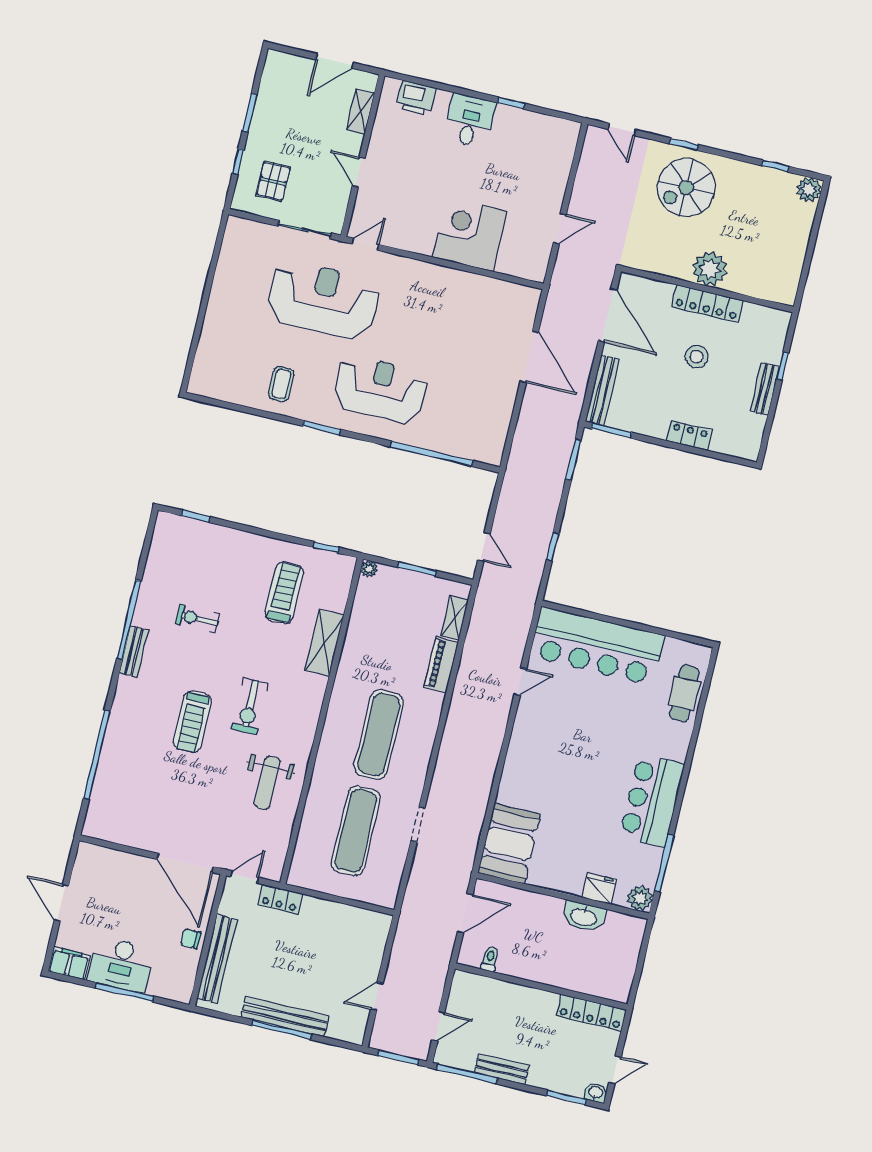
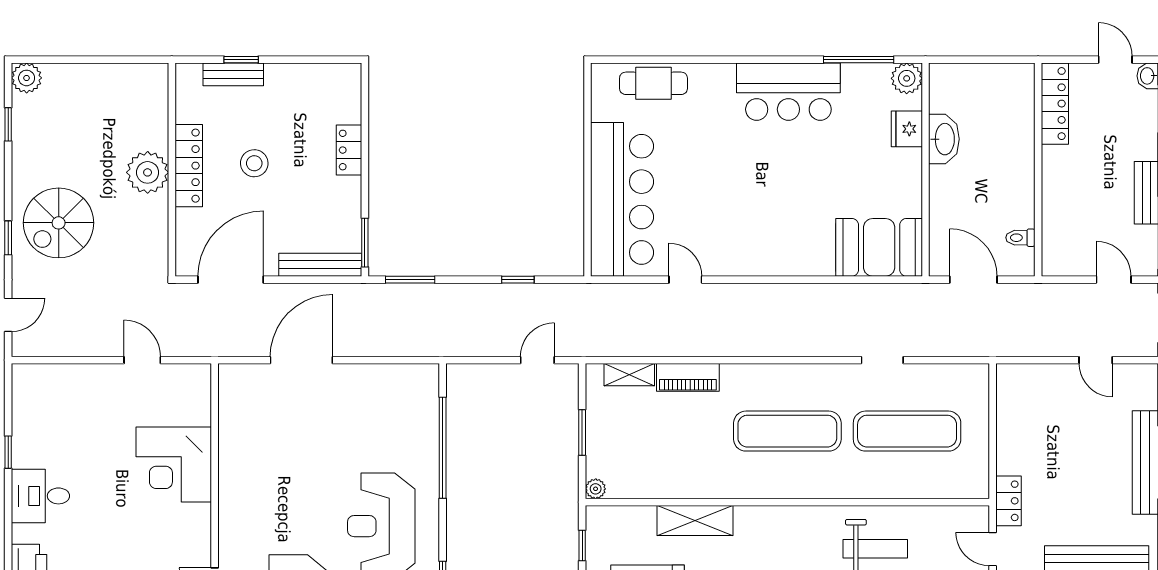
spiral stairs: (686, 188) -> (59, 223), turned 90
bench: (765, 389) -> (233, 74), moved

